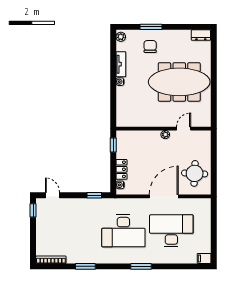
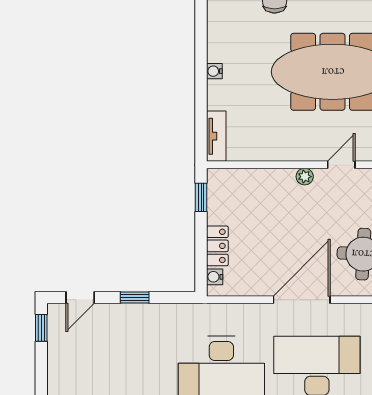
tv unit: (121, 64) -> (216, 136), moved
door: (52, 195) -> (80, 297), swing flipped
window: (94, 195) -> (135, 297), moved

